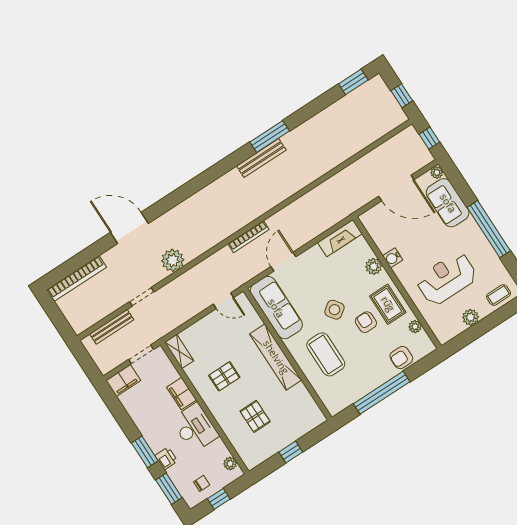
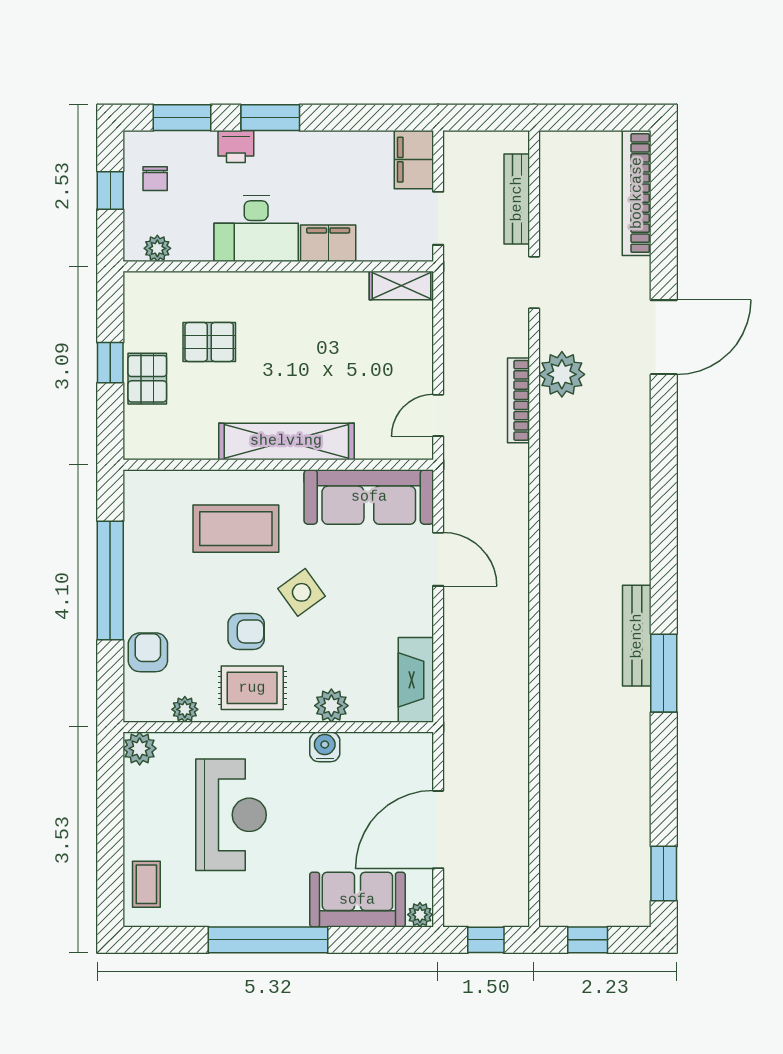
bookcase: (248, 237) -> (518, 400), moved
plant: (471, 317) -> (140, 748), moved
pallet: (224, 376) -> (147, 379), moved

